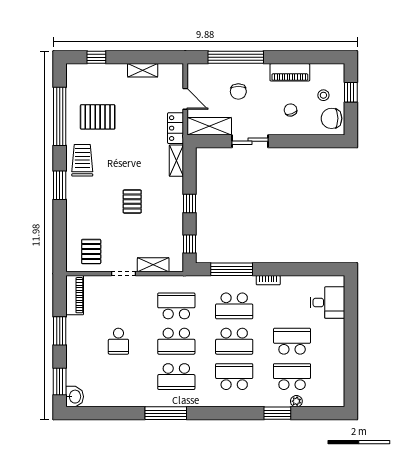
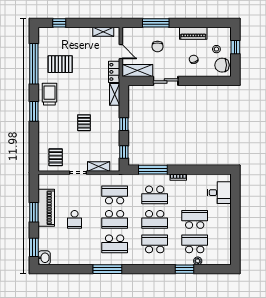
window: (236, 57) -> (156, 23), width x0.68
shelving: (143, 70) -> (103, 32), moved
piano: (75, 295) -> (46, 208), moved, width x1.37, depth x1.33

